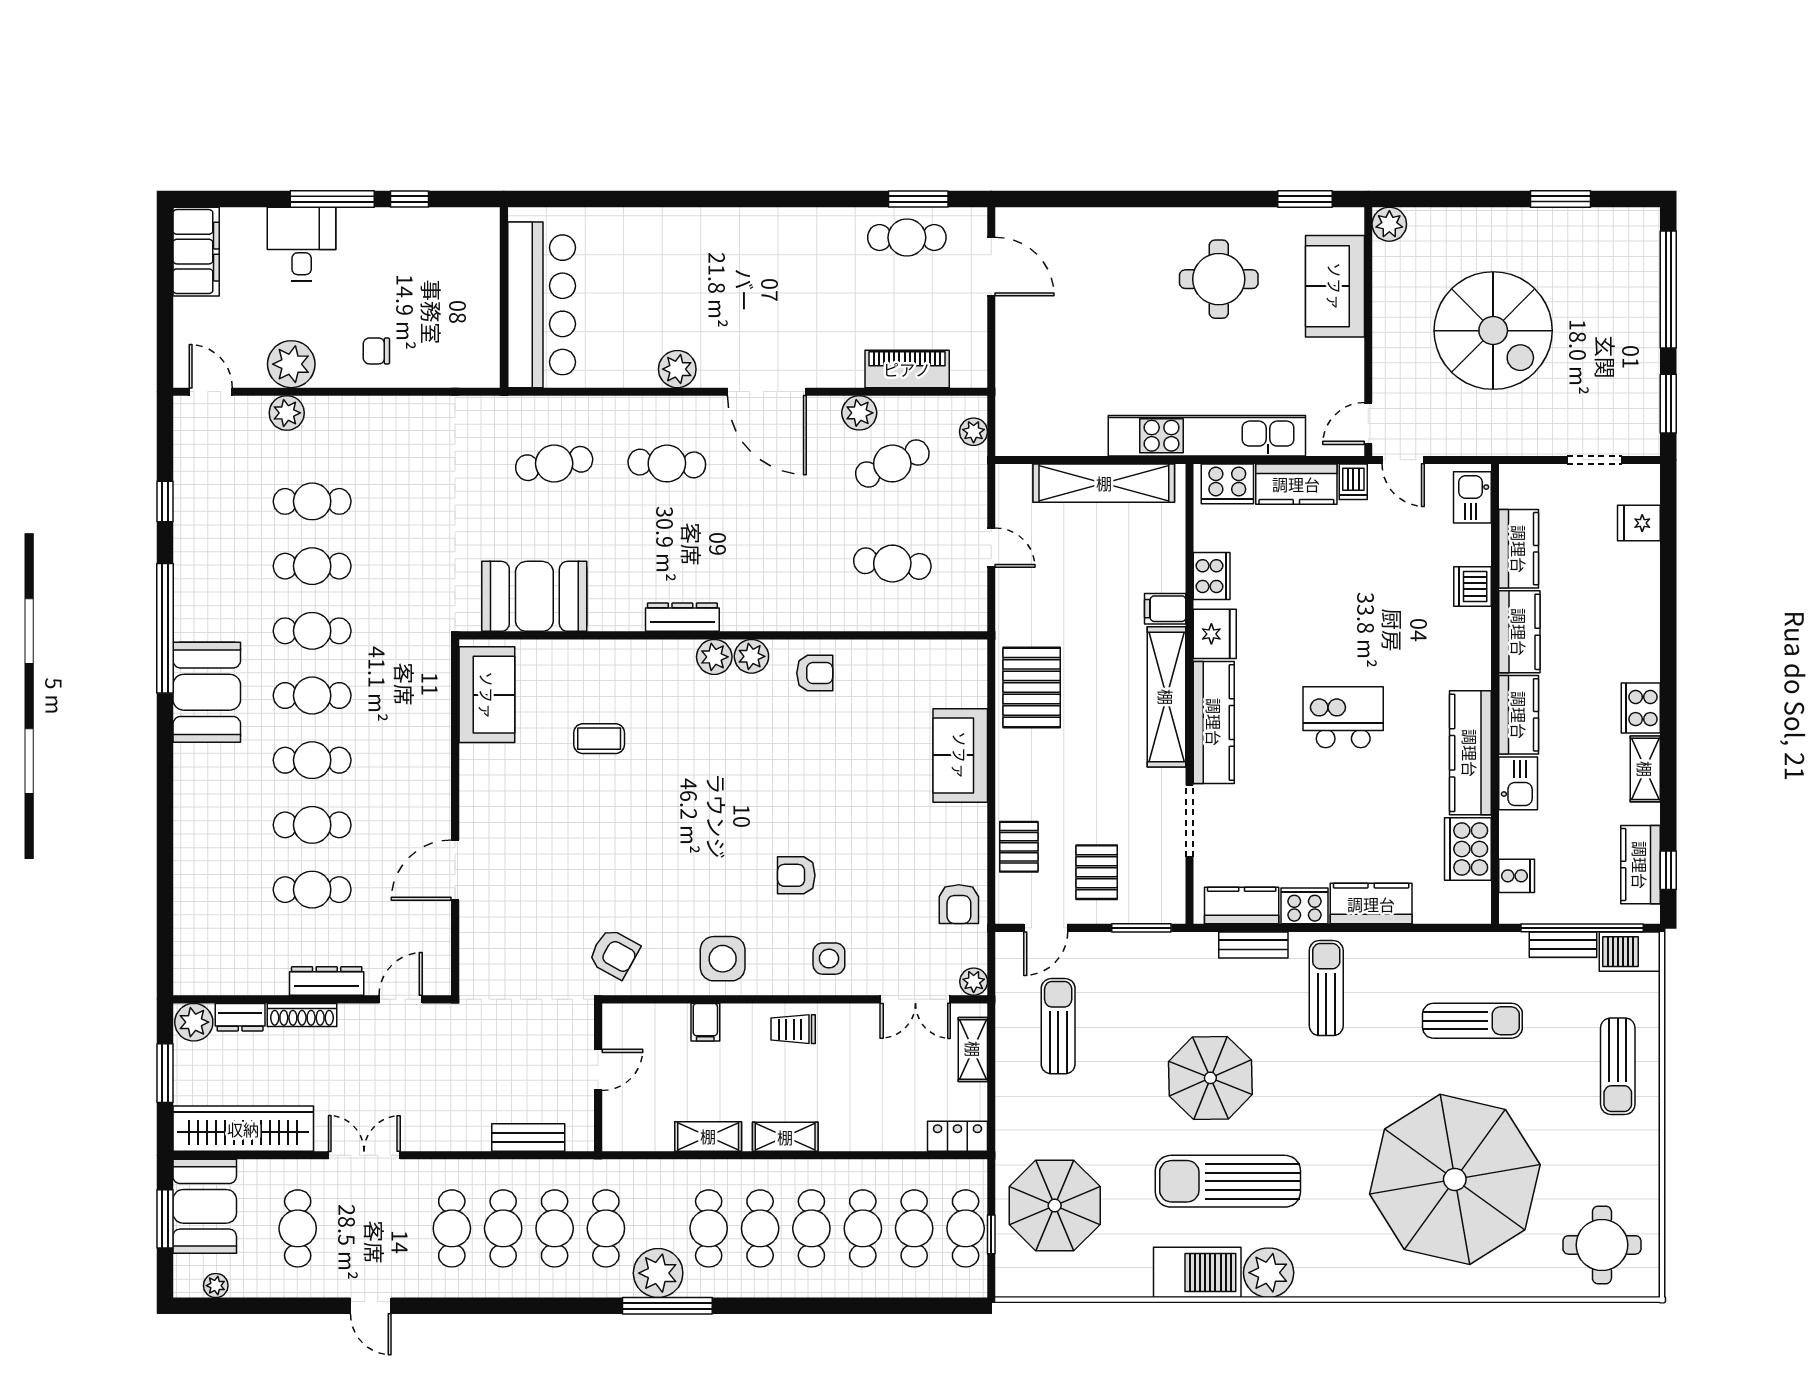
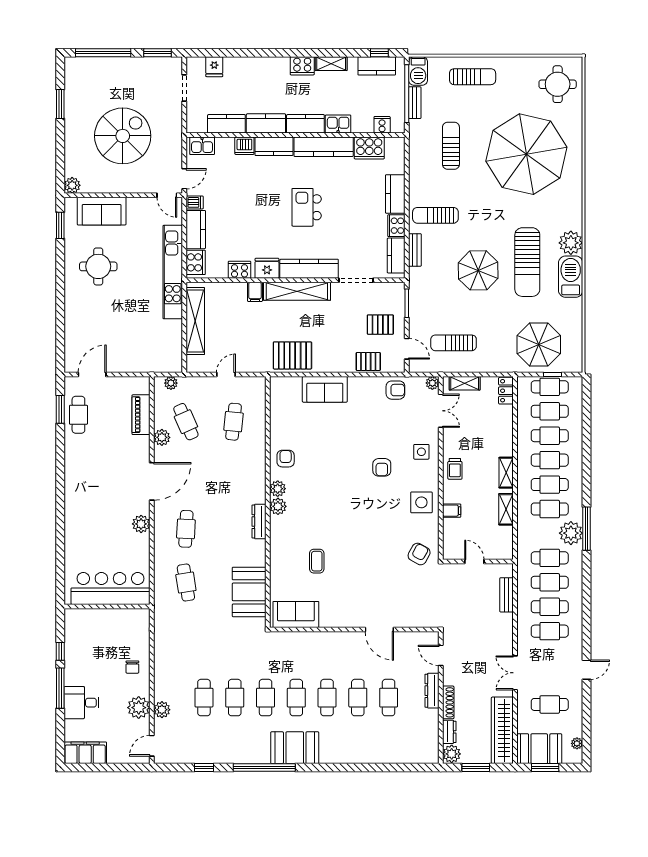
kitchen counter: (1471, 649) -> (274, 146), added

